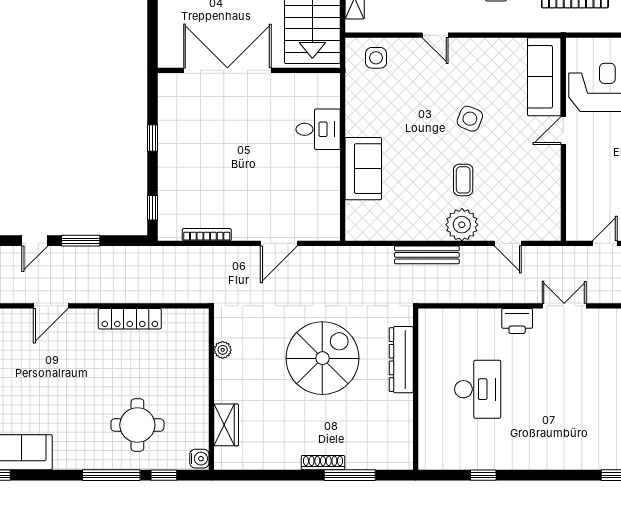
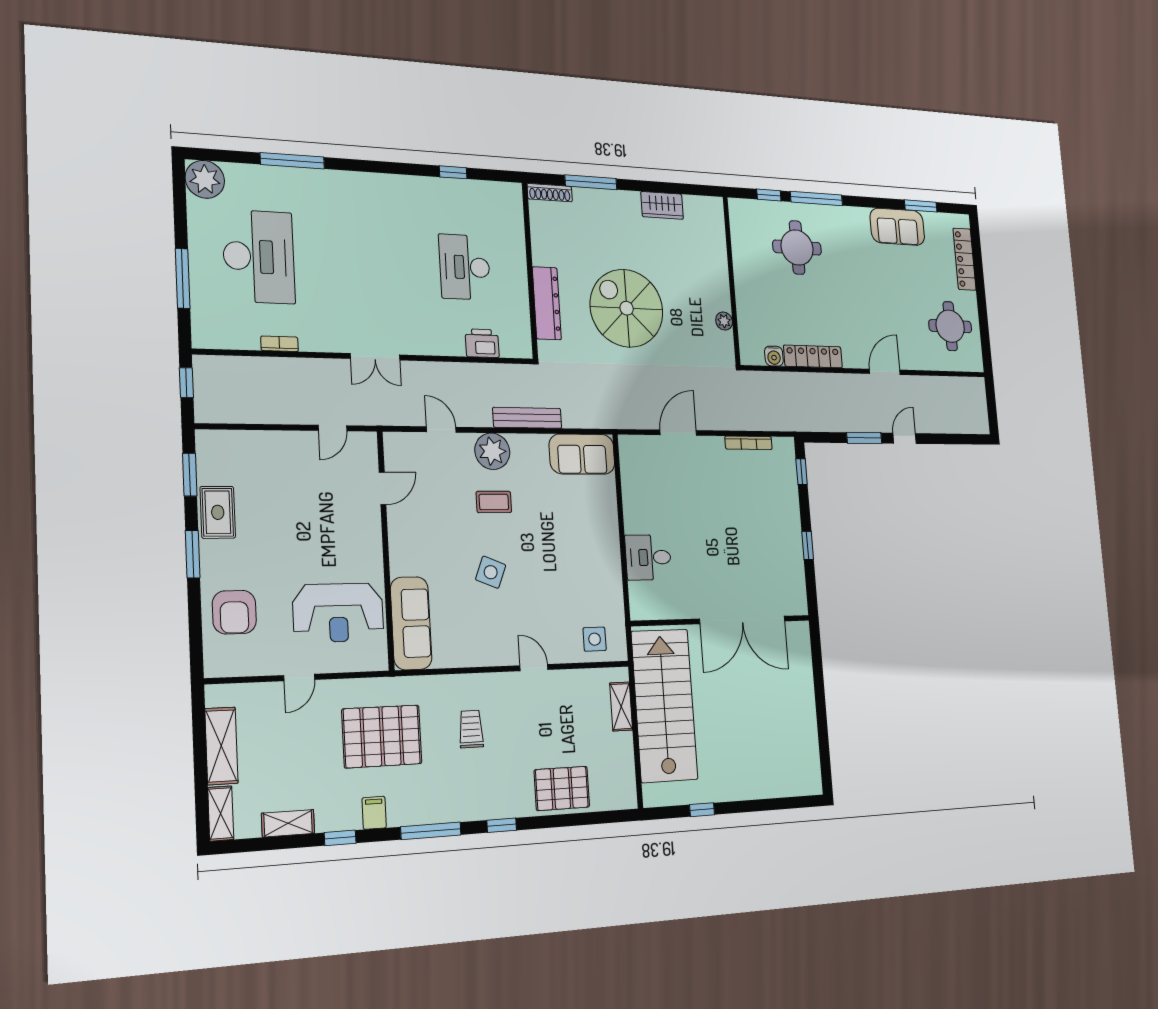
door: (563, 130) -> (383, 488), moved
sofa: (363, 169) -> (582, 454), moved, turned -90
coffee table: (463, 180) -> (494, 502), turned 90
printer: (517, 321) -> (482, 343), moved
spiral stairs: (322, 358) -> (627, 308), turned 90
wardrobe: (226, 425) -> (662, 205), moved, turned -90
water cooler: (199, 459) -> (774, 356), moved, turned -90
shoe rack: (323, 463) -> (550, 193), moved

